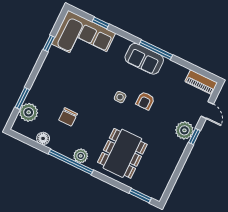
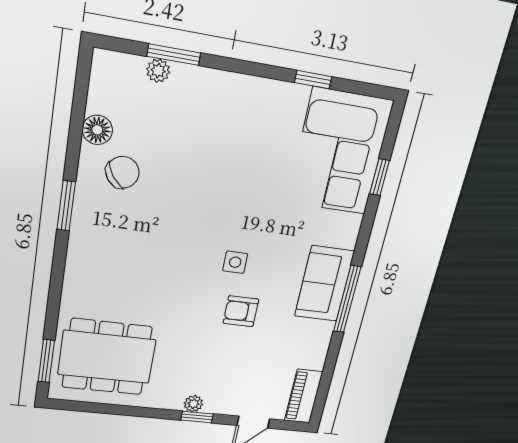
plant: (29, 112) -> (158, 71), width x0.53, depth x0.53
chair: (68, 117) -> (123, 172), moved, turned 145
plant: (184, 130) -> (193, 404), width x0.53, depth x0.53
dining table: (122, 153) -> (107, 357), moved
plant: (81, 156) -> (87, 222), removed
window: (71, 162) -> (66, 206), width x0.47

